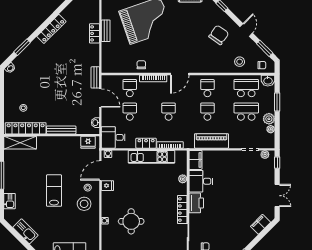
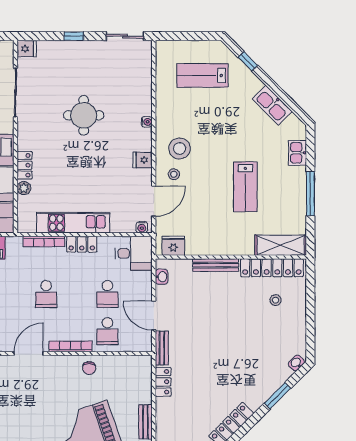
locker: (95, 33) -> (163, 382), moved
fridge: (107, 186) -> (143, 160), moved
lab bench: (54, 191) -> (245, 187), moved
locker: (182, 210) -> (25, 165), moved, width x0.66
round table: (131, 221) -> (84, 115), moved

